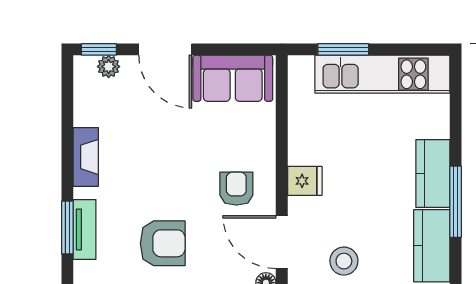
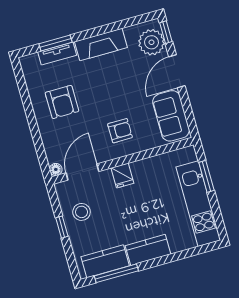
plant: (109, 67) -> (151, 42), width x1.88, depth x1.88
fireplace: (86, 157) -> (101, 45), width x1.37, depth x1.32
armchair: (236, 189) -> (120, 131), moved
window: (456, 202) -> (116, 273), moved

